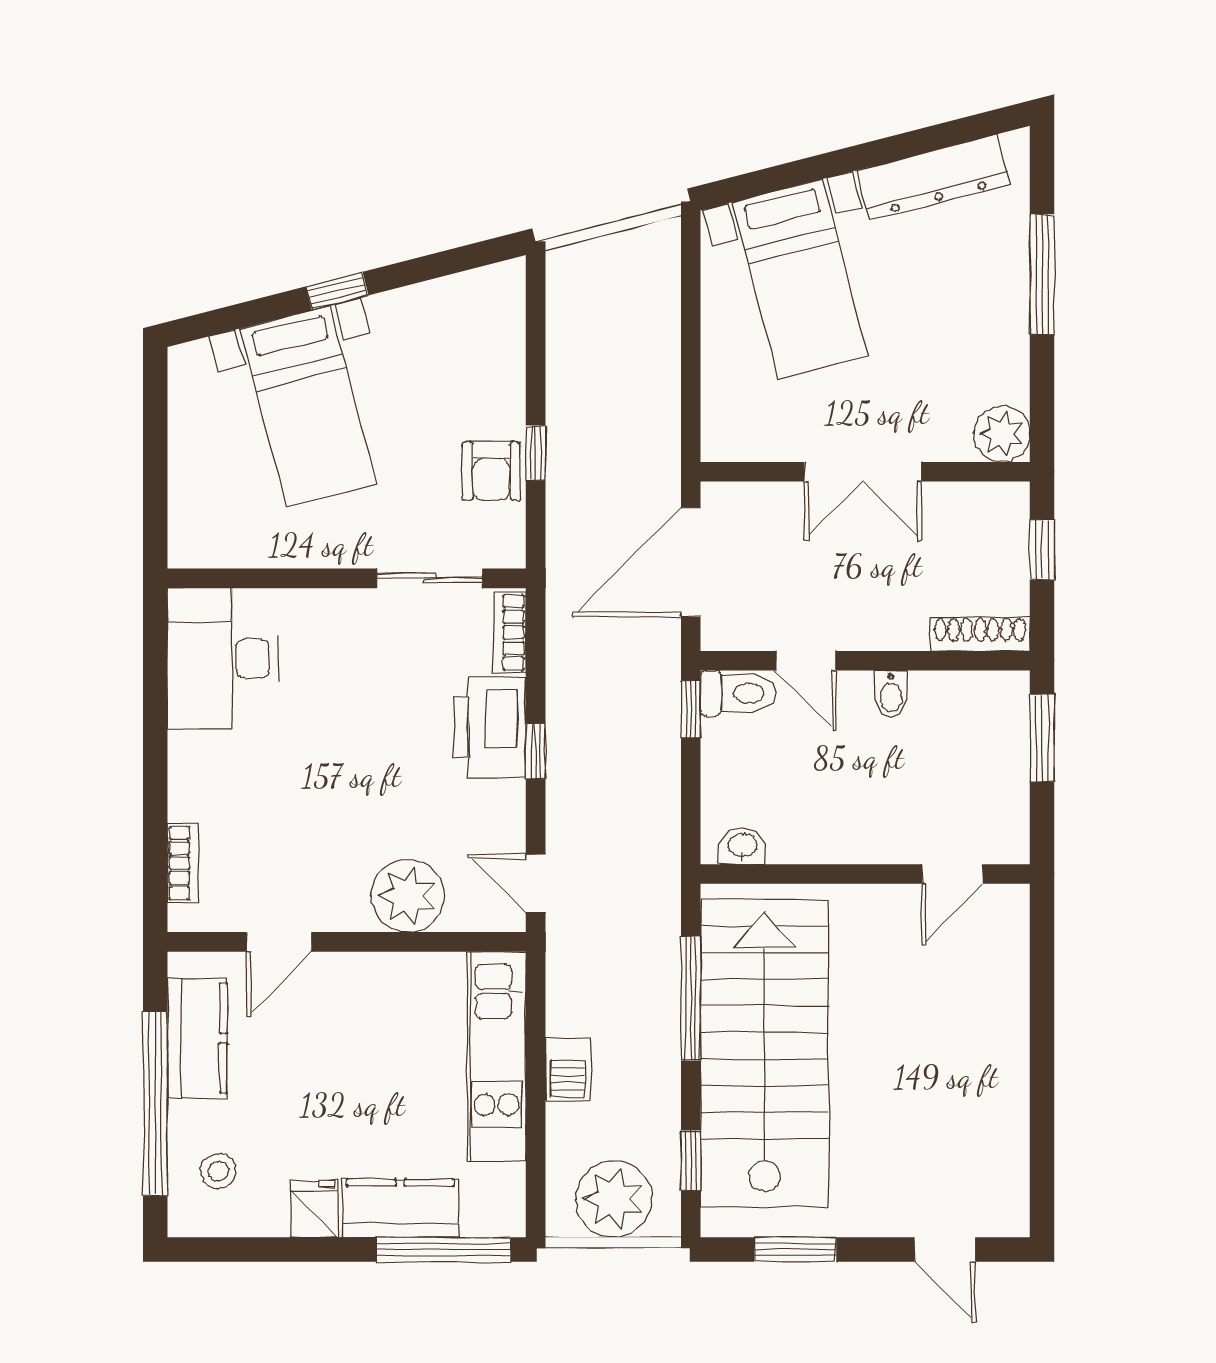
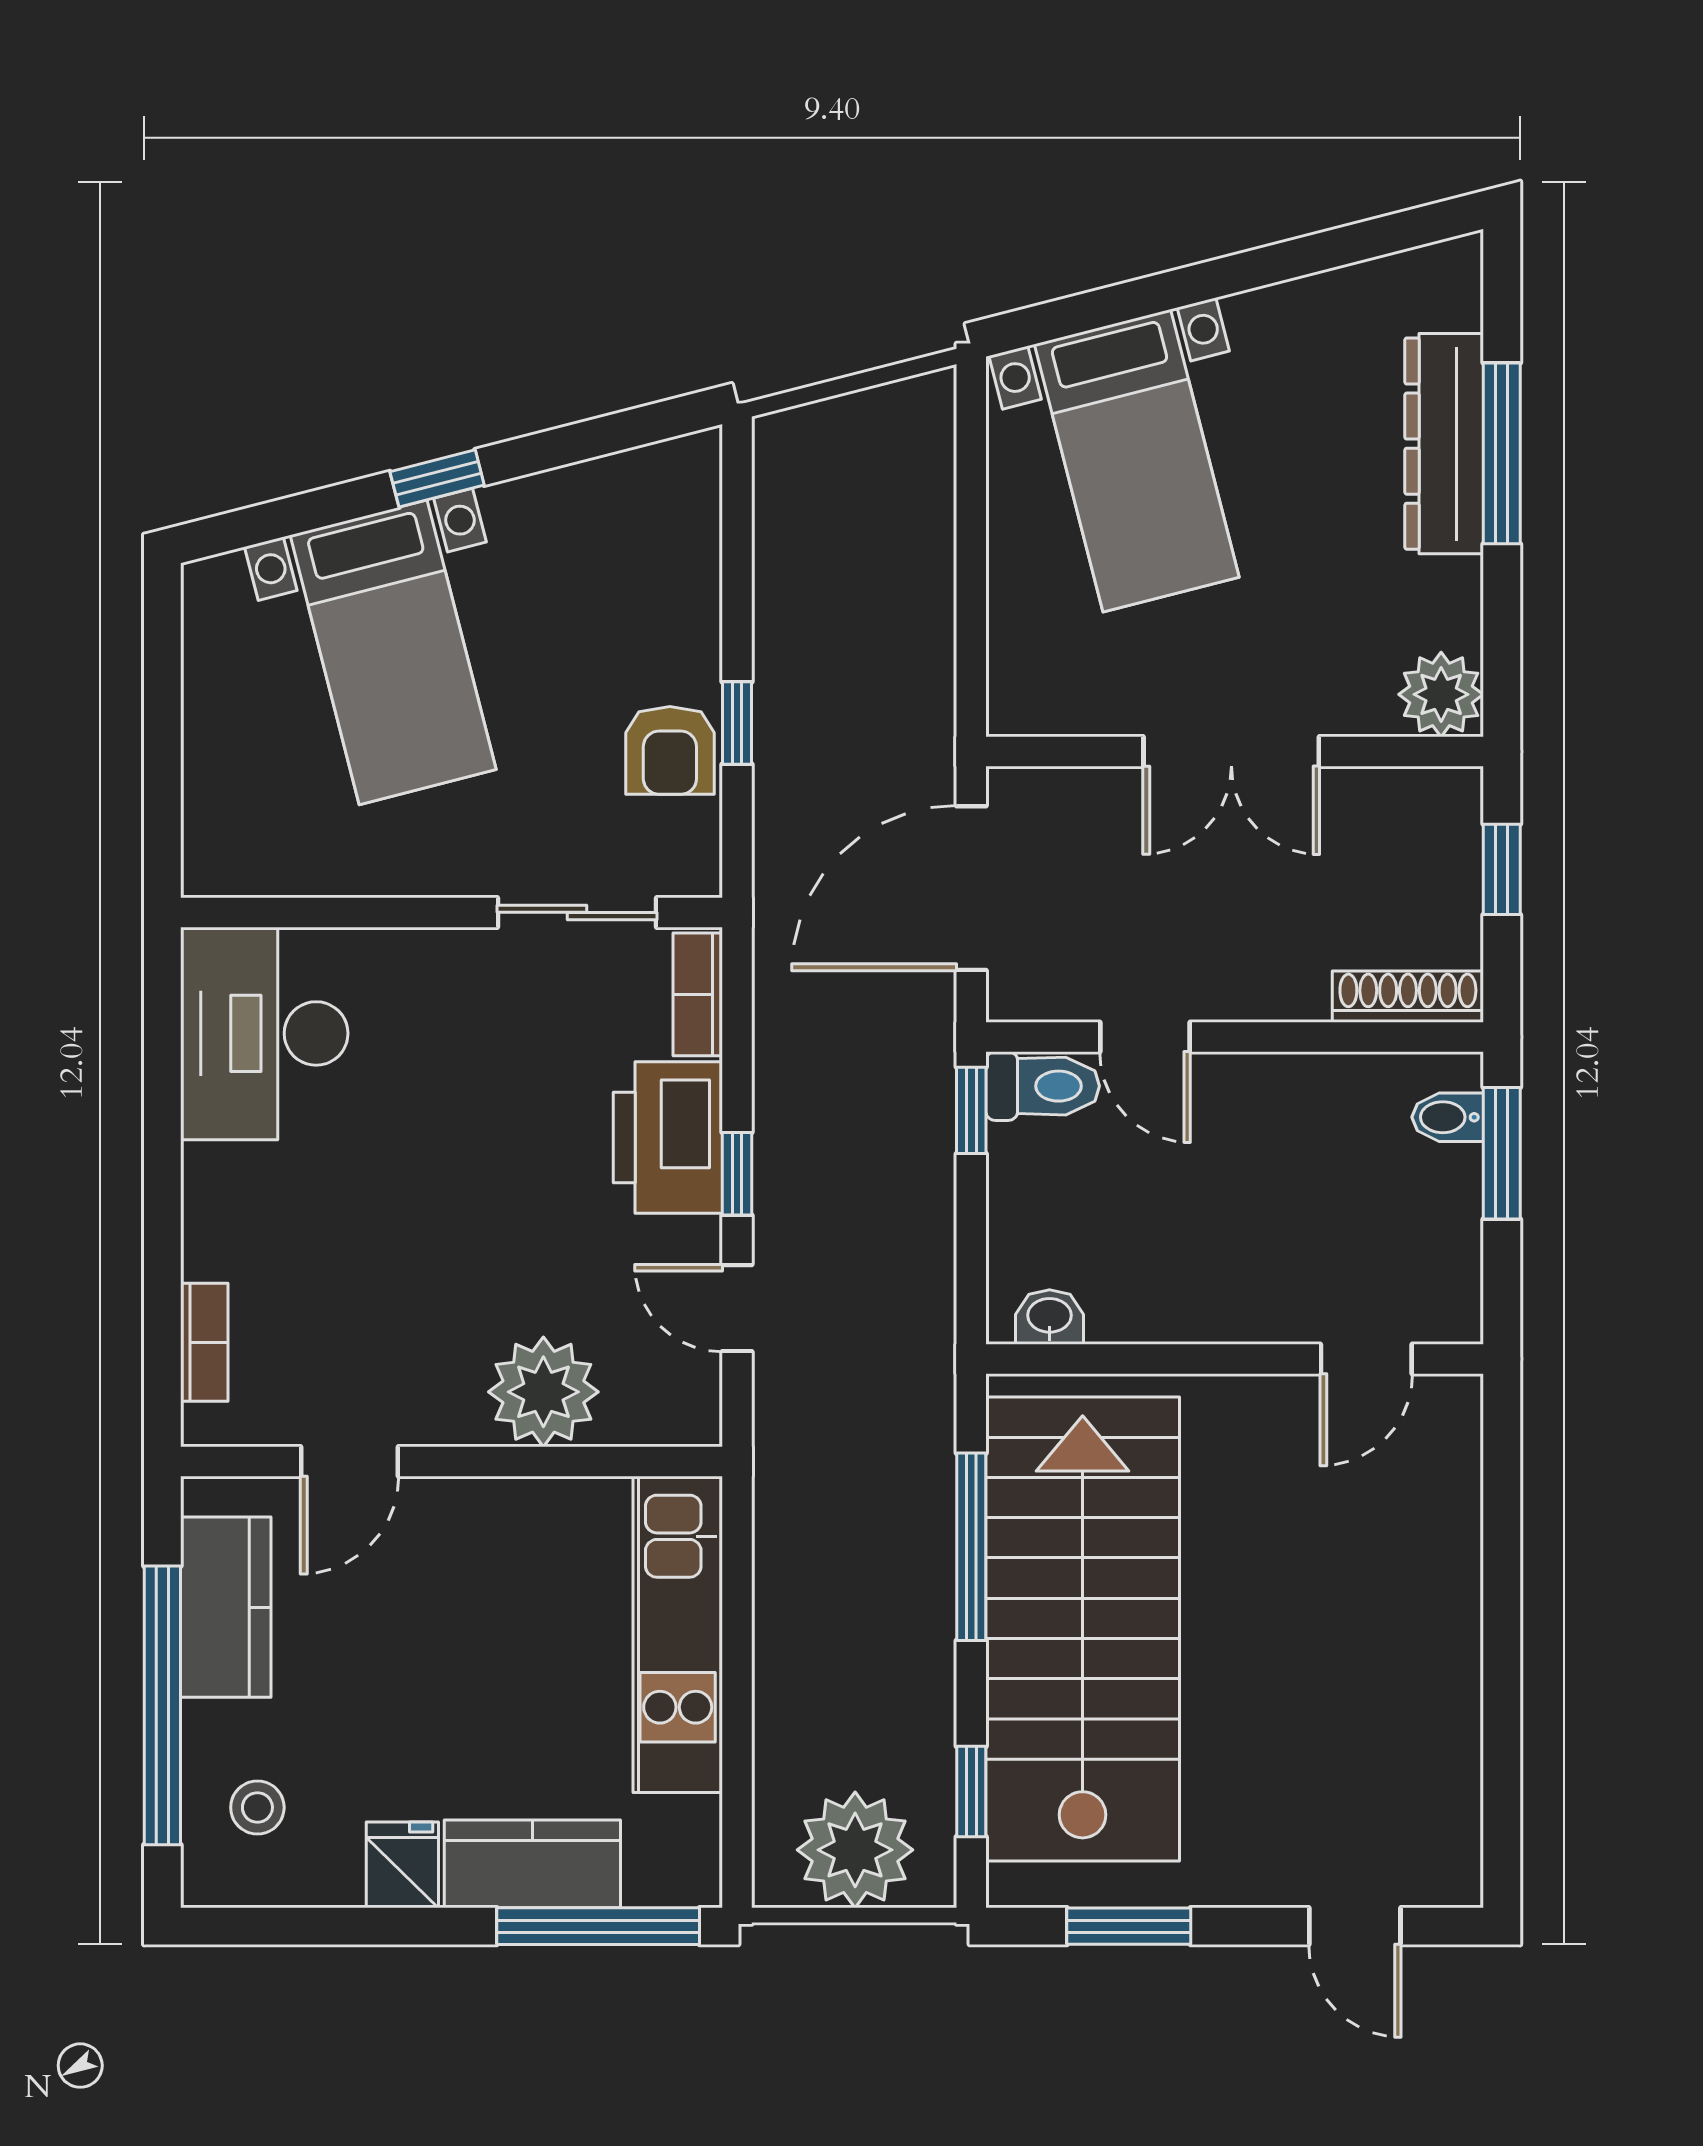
dresser: (933, 177) -> (1444, 444), moved, turned 104
bidet: (891, 694) -> (1448, 1117), moved, turned 90
door: (536, 883) -> (737, 1308), moved
barbecue: (568, 1070) -> (786, 1654), removed

